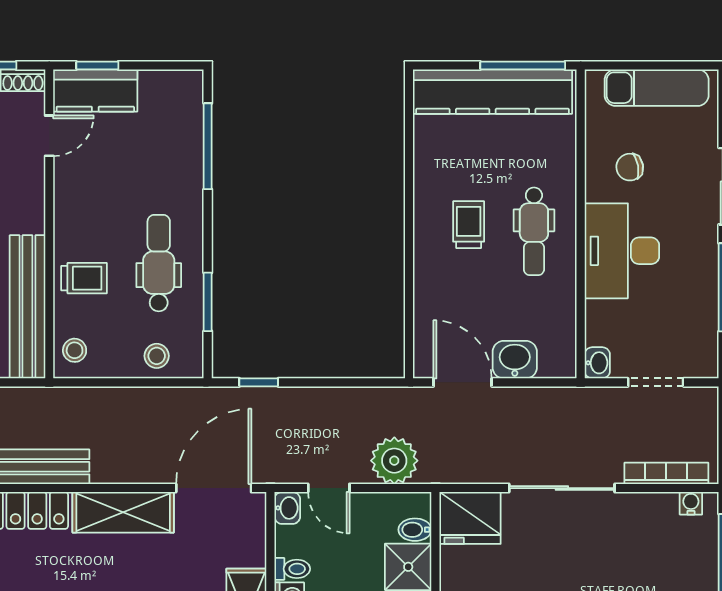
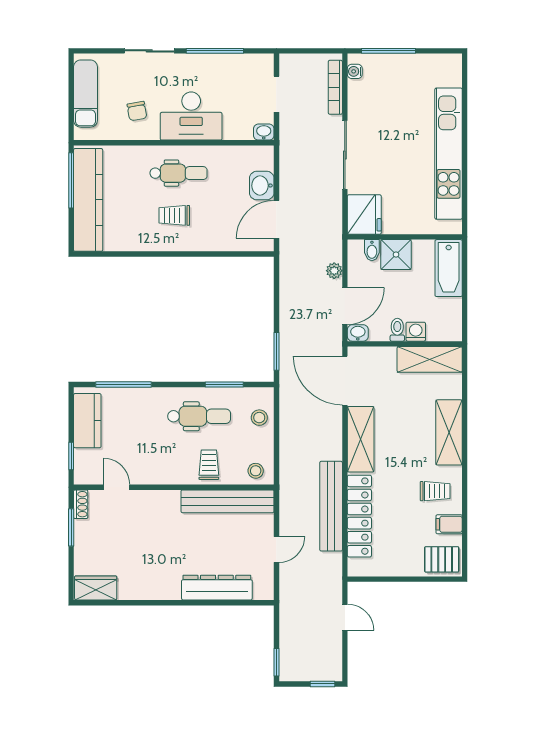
kitchen counter: (95, 91) -> (87, 421), moved
dental chair: (159, 263) -> (199, 416), turned 180
window: (259, 382) -> (276, 351), width x1.50
plant: (394, 461) -> (334, 271), width x0.53, depth x0.53
door: (329, 488) -> (345, 306), width x1.38

